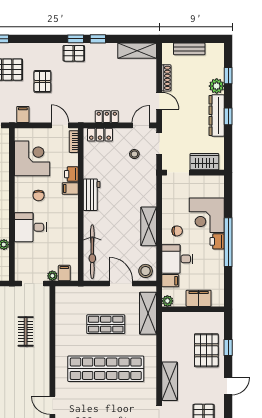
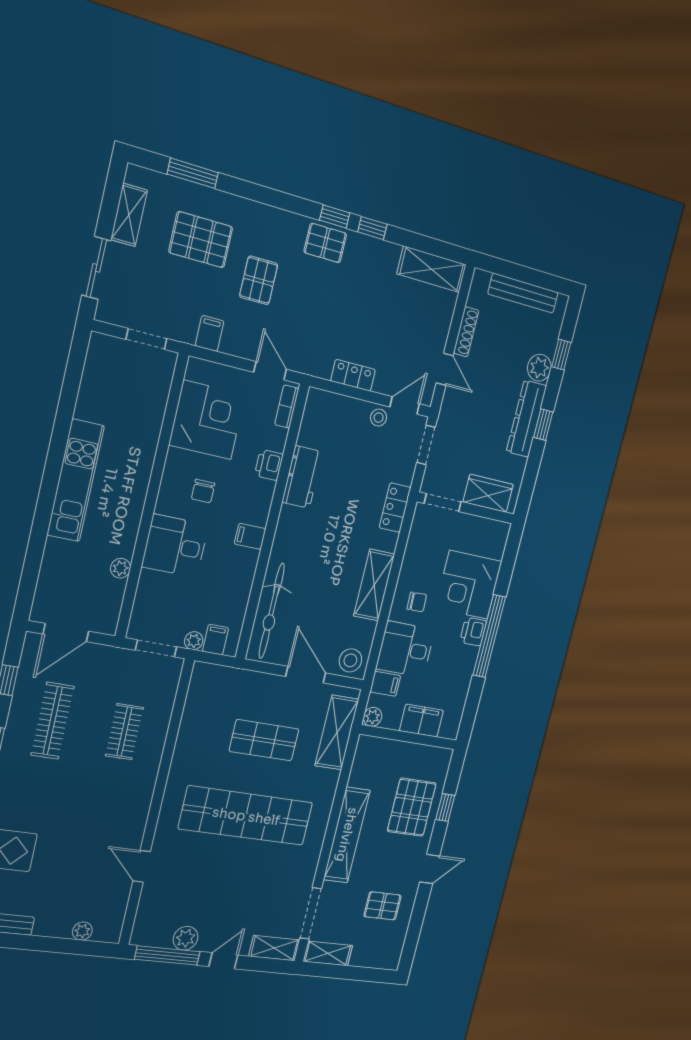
bench: (189, 49) -> (523, 293), width x1.36
locker: (100, 135) -> (395, 508), moved, turned 90
stool: (134, 154) -> (379, 418), moved
filing cabinet: (70, 188) -> (250, 536), moved
workbench: (92, 195) -> (302, 477), moved
shelving: (170, 381) -> (347, 835), width x1.47

